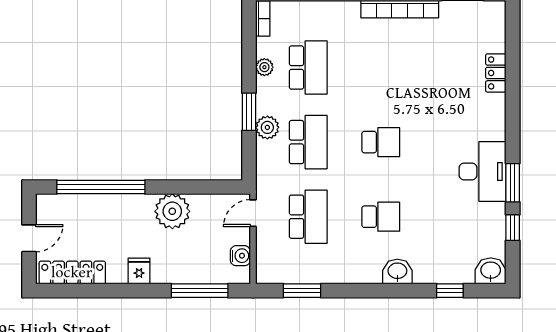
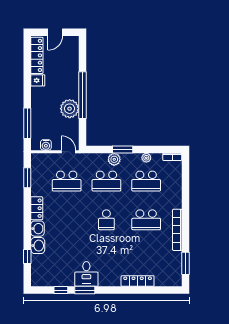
locker: (496, 73) -> (138, 281), width x1.53
desk: (483, 172) -> (86, 274), width x0.73
window: (101, 187) -> (82, 95), moved
school desk: (381, 217) -> (146, 220), moved, width x1.85
door: (29, 238) -> (55, 32), hinge flipped
fridge: (139, 271) -> (38, 80), moved
washbasin: (491, 271) -> (38, 246), moved
locker: (359, 273) -> (37, 208), added

